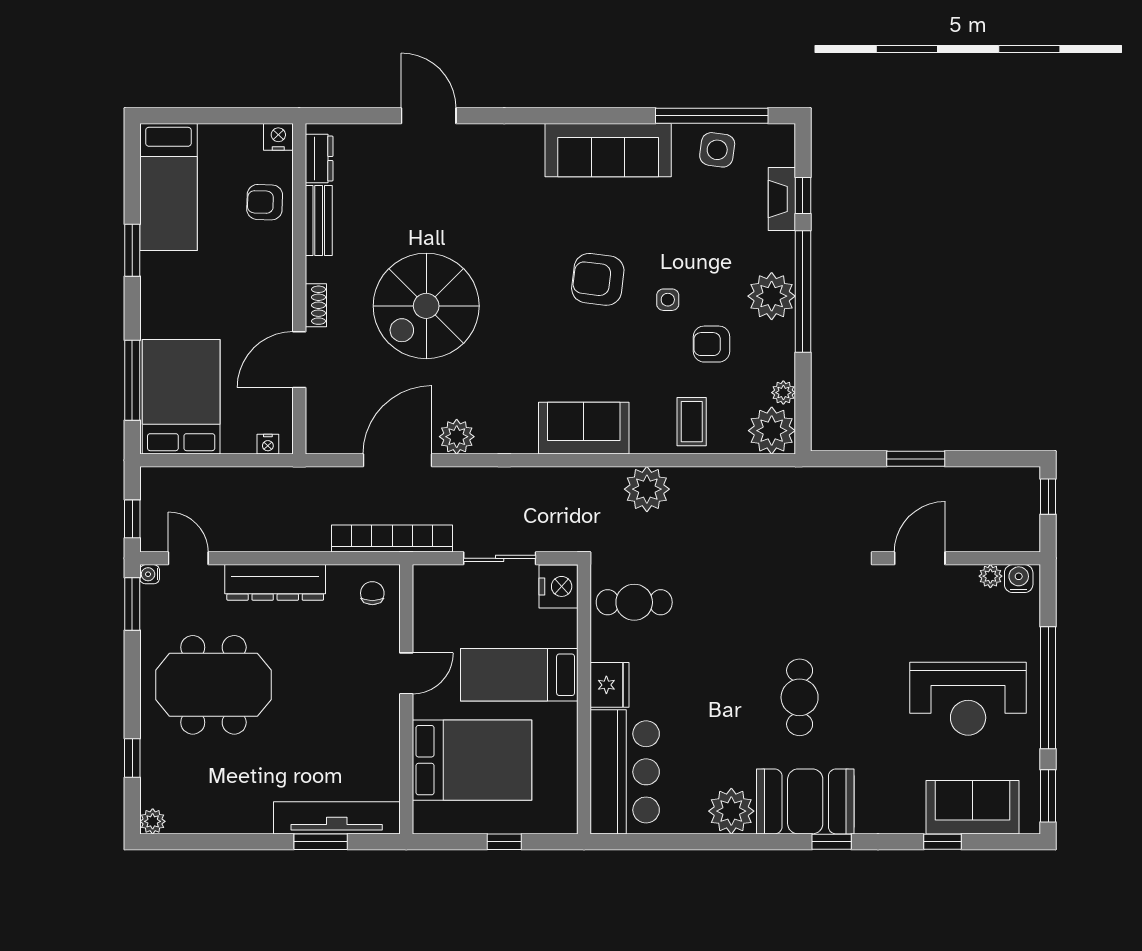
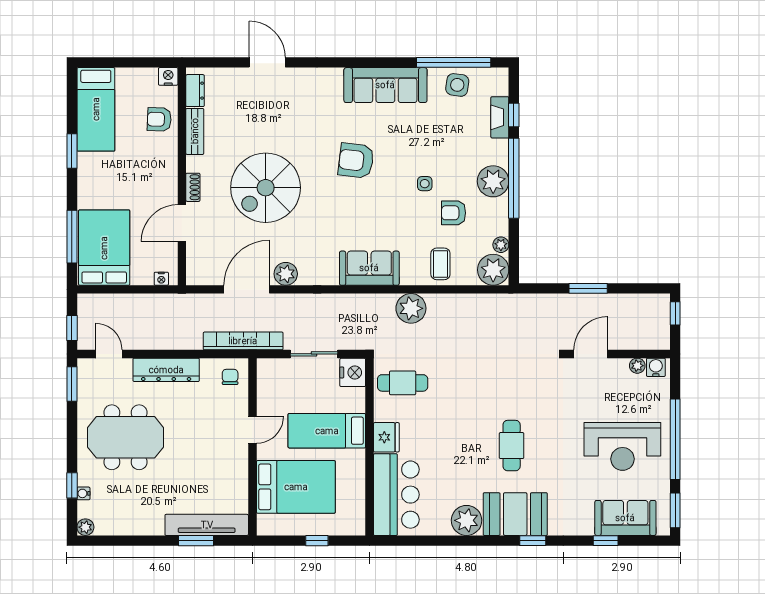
armchair: (598, 279) -> (356, 161), moved
water cooler: (150, 574) -> (83, 493), moved

